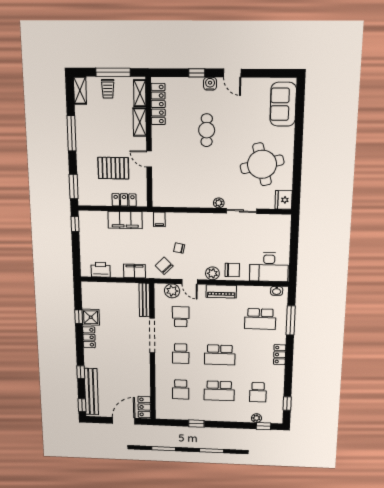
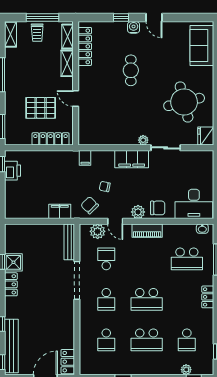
locker: (124, 200) -> (51, 139), width x1.53
filing cabinet: (125, 220) -> (132, 159), moved
printer: (101, 270) -> (13, 171), moved, turned 90

